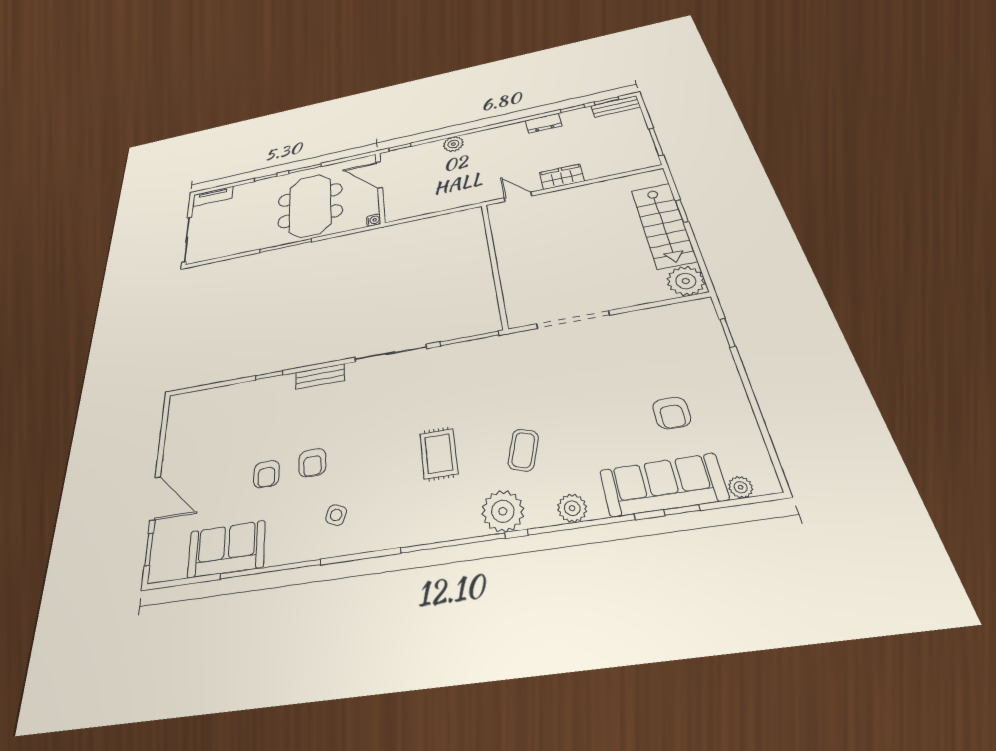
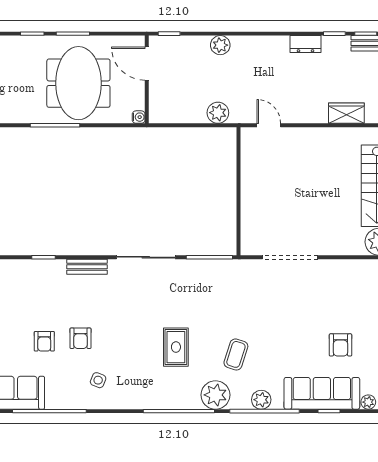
wardrobe: (562, 177) -> (346, 113), moved
plant: (459, 198) -> (218, 113), added

